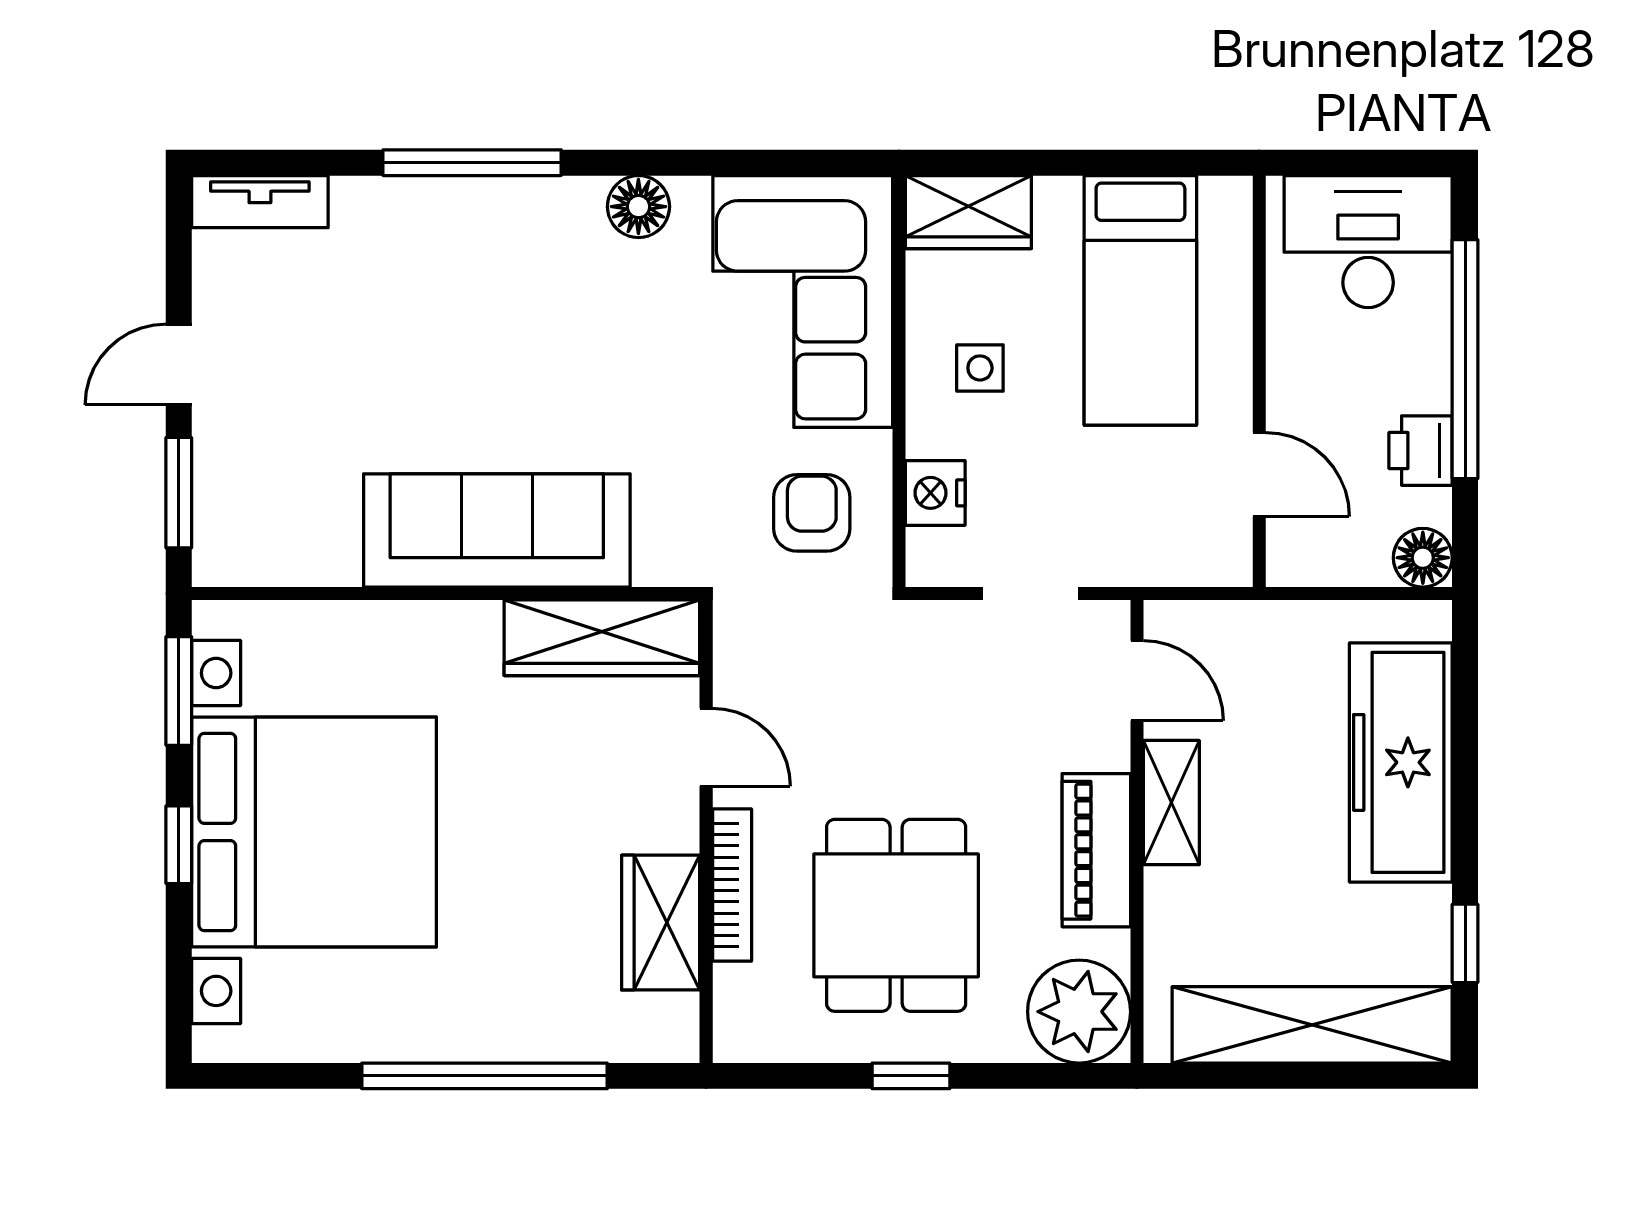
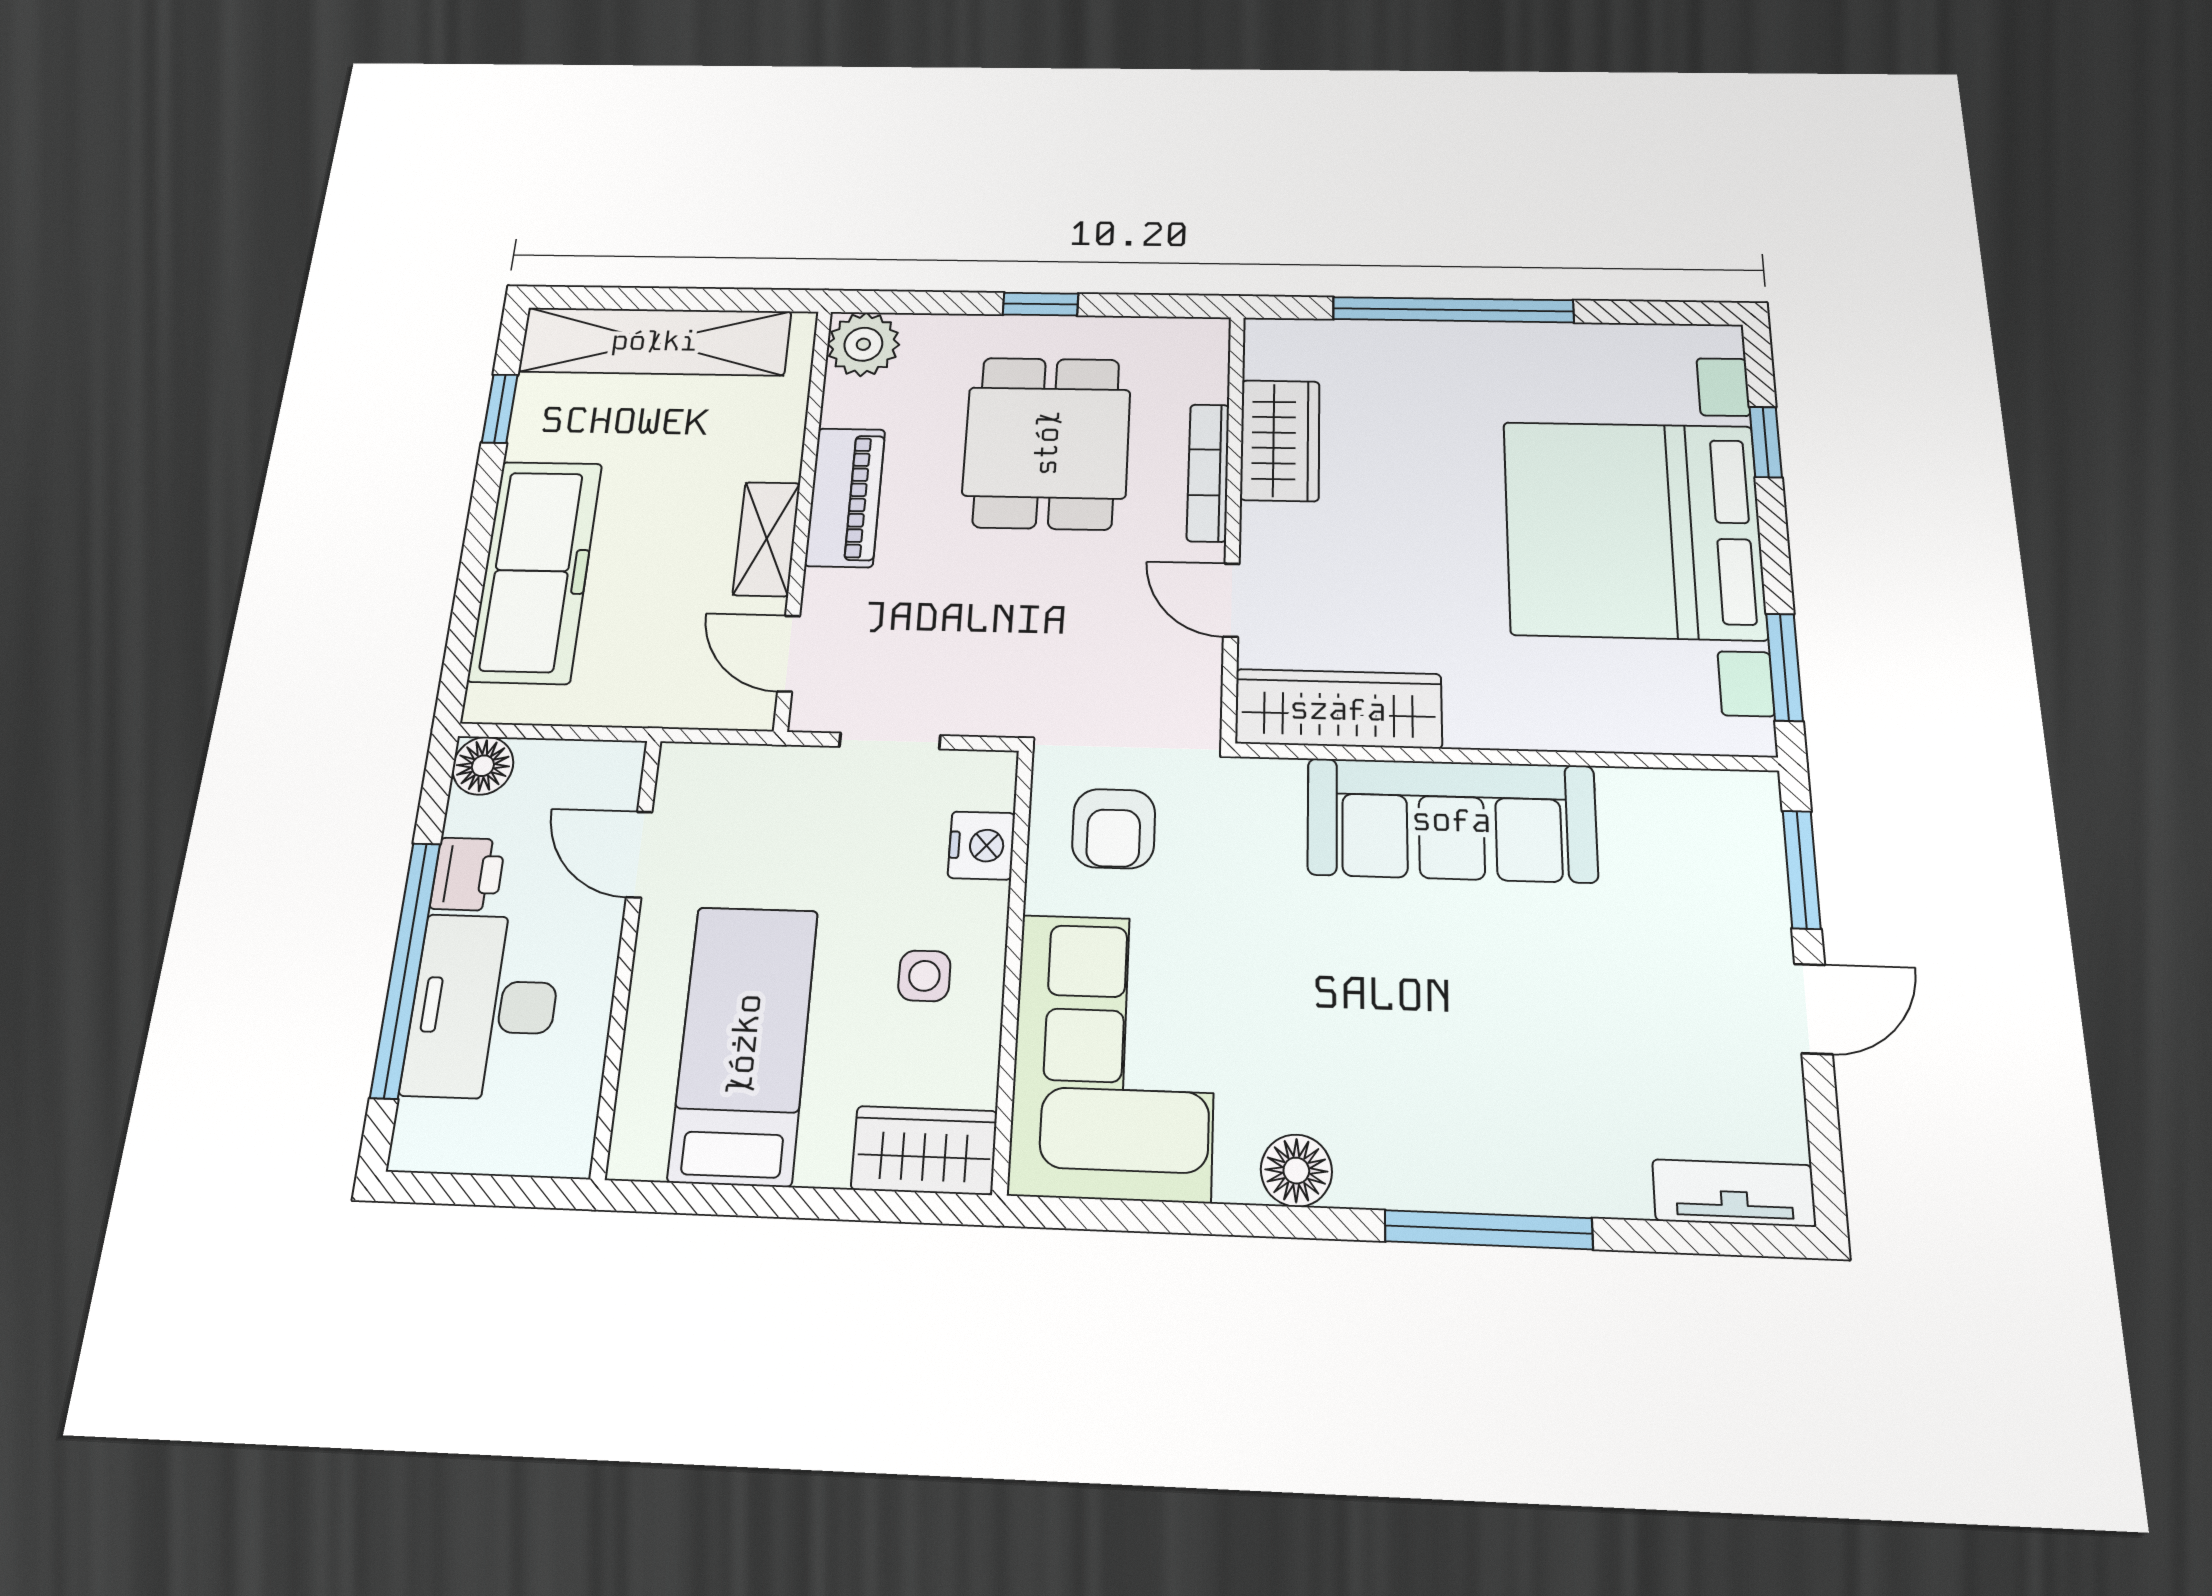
desk: (1368, 242) -> (484, 1006), moved, turned 90
window: (179, 845) -> (1766, 442), moved
plant: (1079, 1012) -> (863, 344), width x0.73, depth x0.73

